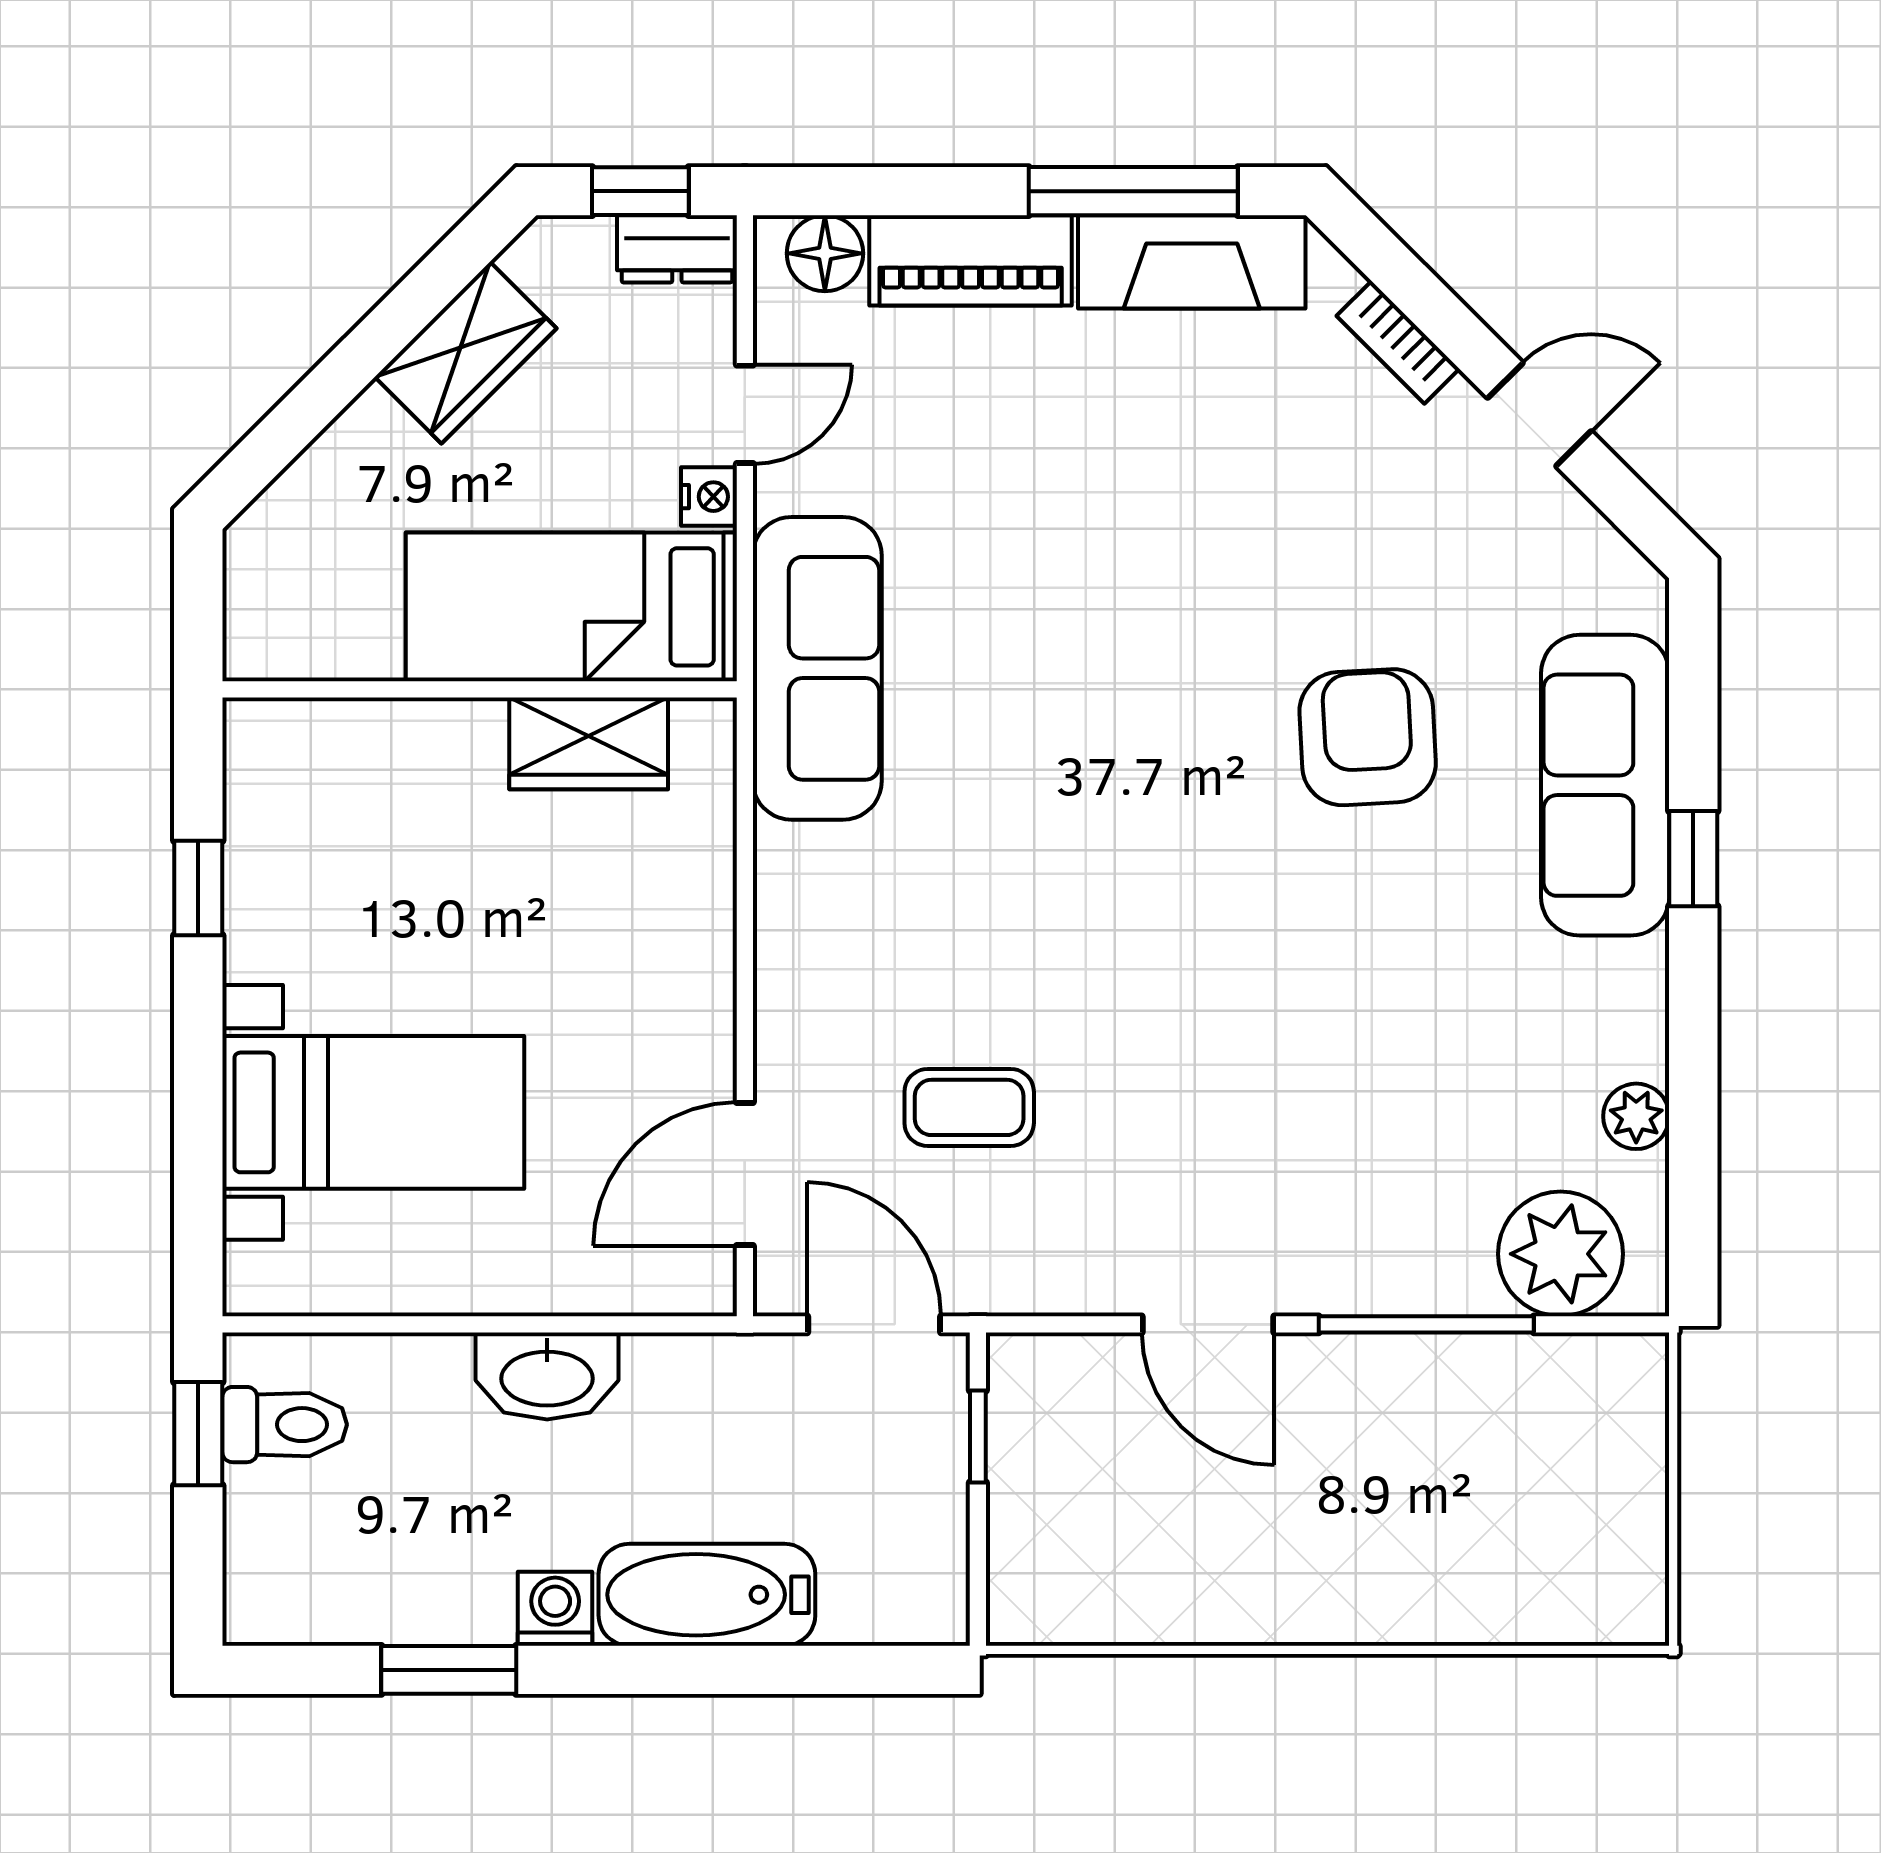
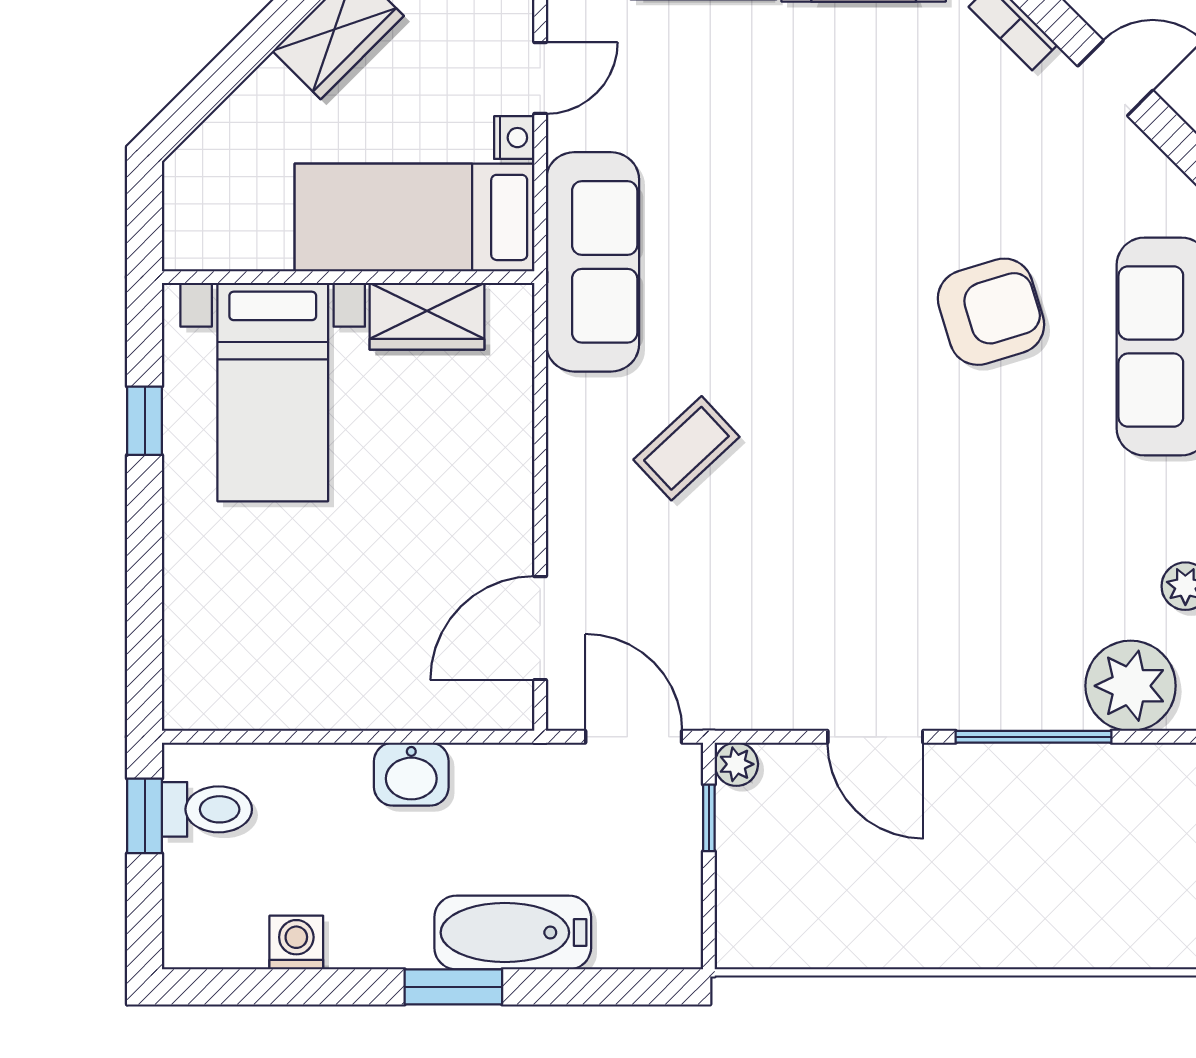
armchair: (1368, 737) -> (991, 312), turned 76
coffee table: (969, 1107) -> (686, 448), moved, turned -43
bed with nightstands: (373, 1112) -> (273, 392), moved, turned 90
plant: (1016, 1362) -> (736, 764), added
washbasin: (547, 1376) -> (411, 774), width x0.72
washing machine: (555, 1609) -> (296, 943), moved
window: (449, 1670) -> (453, 987), moved

